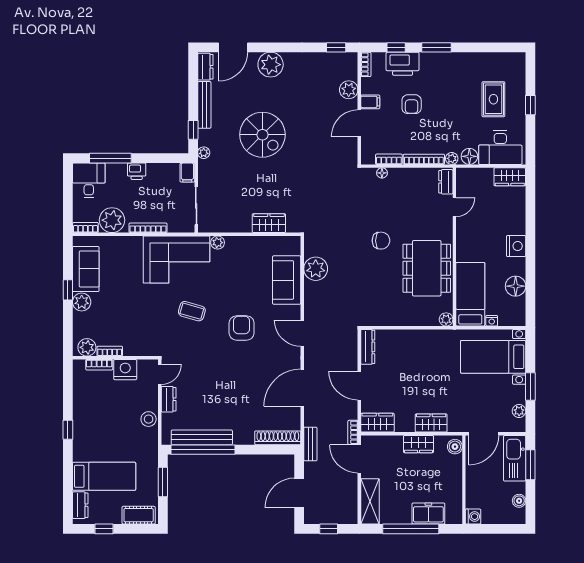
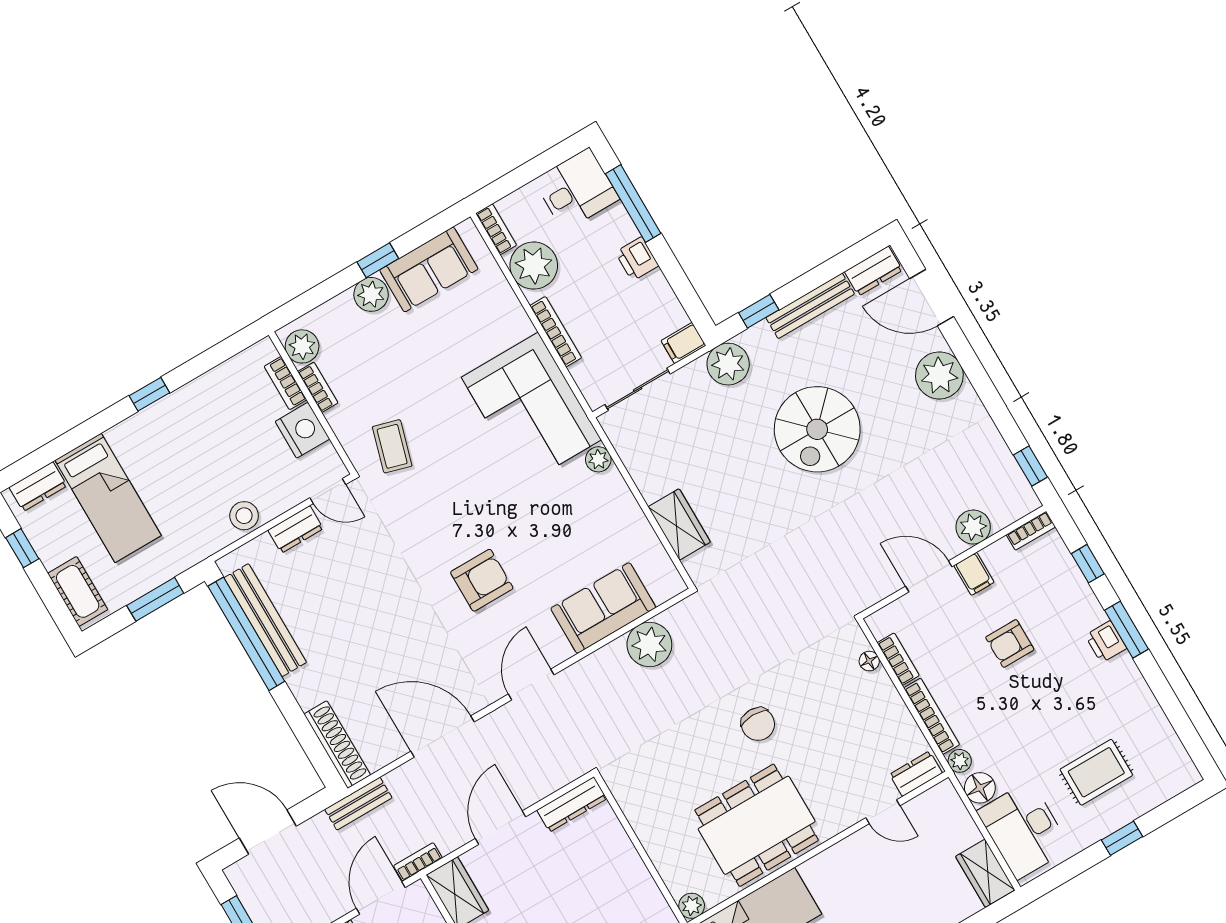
printer: (403, 64) -> (1106, 642), moved, width x0.53, depth x0.68
plant: (204, 153) -> (728, 364), width x1.88, depth x1.88
coffee table: (192, 311) -> (392, 446), moved

